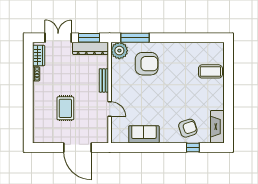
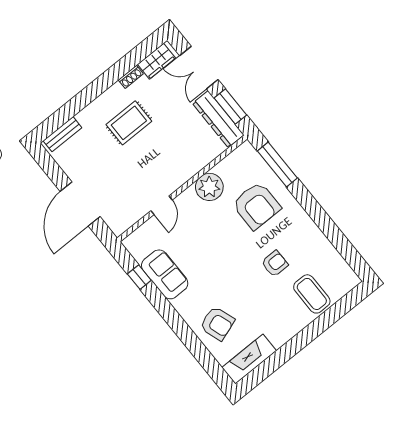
double door: (58, 38) -> (199, 68), swing flipped
plant: (119, 51) -> (209, 187), moved
armchair: (181, 77) -> (275, 264), added
bench: (104, 80) -> (62, 134), moved
rug: (65, 108) -> (129, 123), moved
window: (193, 147) -> (139, 277), moved

